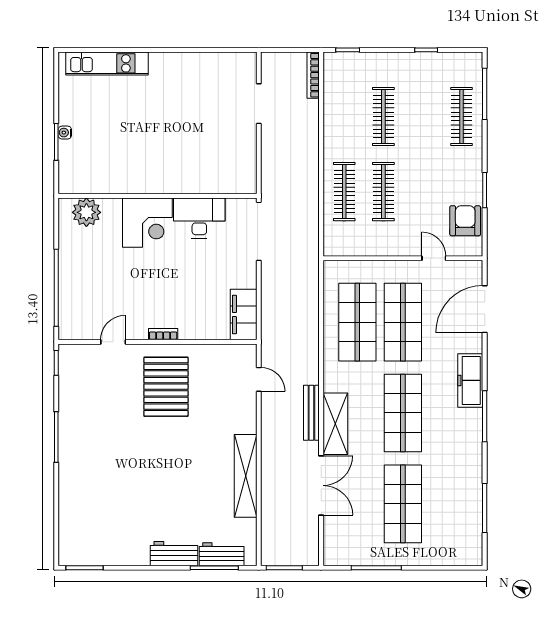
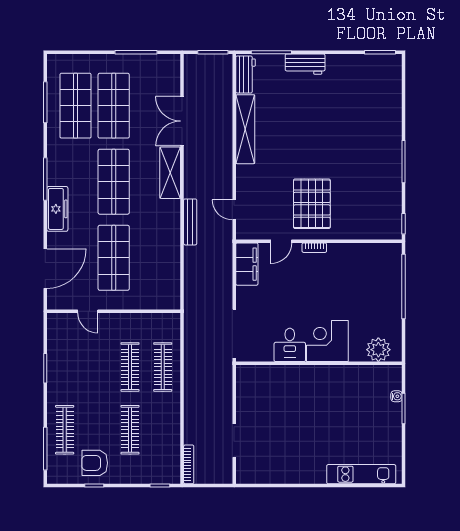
water cooler: (65, 133) -> (396, 396), moved
desk: (199, 218) -> (290, 345), width x0.73
armchair: (465, 221) -> (95, 463), moved, turned 90
shop shelf: (357, 322) -> (76, 106), moved
door: (113, 342) -> (281, 241), moved
bench: (311, 413) -> (190, 222), moved
workbench: (222, 554) -> (246, 74), moved, turned -90

